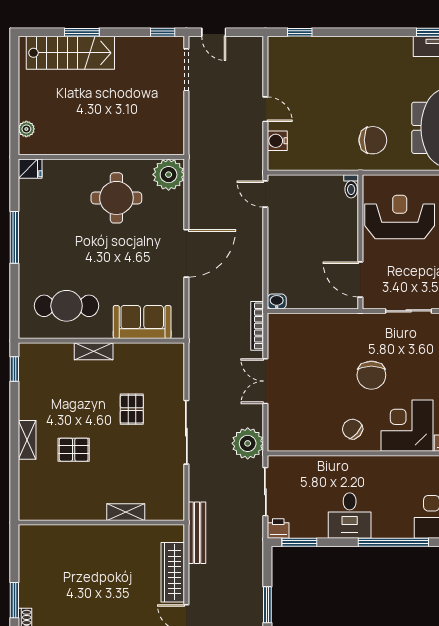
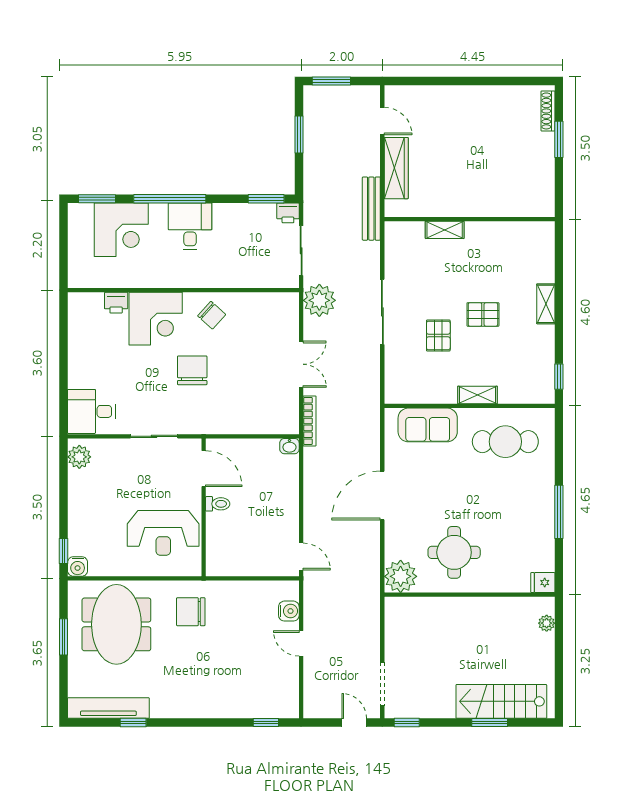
toilet: (351, 186) -> (218, 504), moved, turned 90
pallet: (74, 450) -> (483, 314), moved
desk: (350, 516) -> (190, 226), moved

